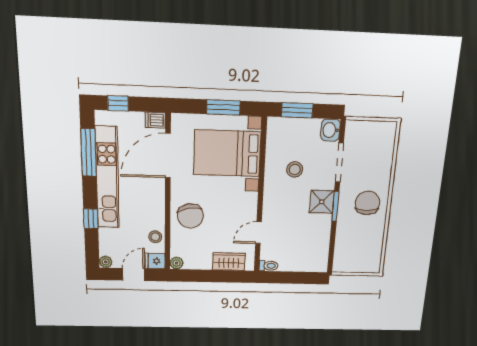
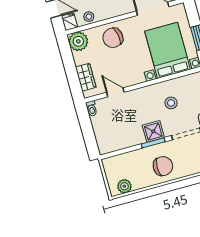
plant: (373, 255) -> (124, 186), added
plant: (177, 263) -> (78, 41), width x1.87, depth x1.87

